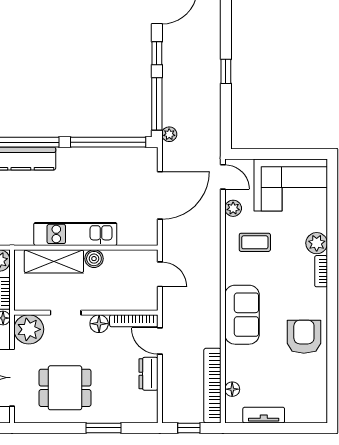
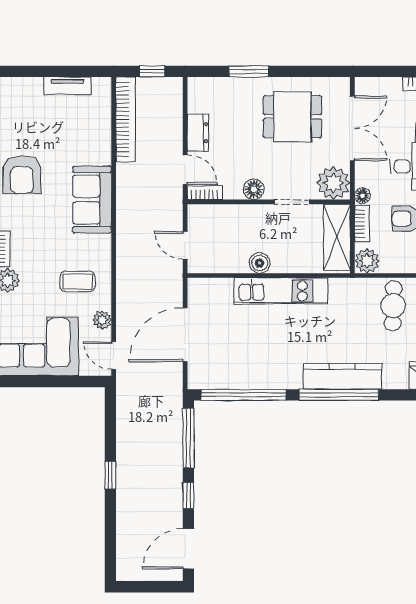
plant: (169, 134) -> (174, 404), removed
shelving: (54, 261) -> (337, 237), moved, turned 90
bookcase: (134, 321) -> (205, 193), width x0.64
floor lamp: (232, 389) -> (103, 115), removed

